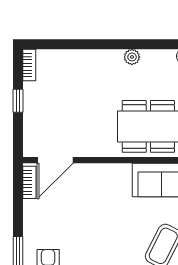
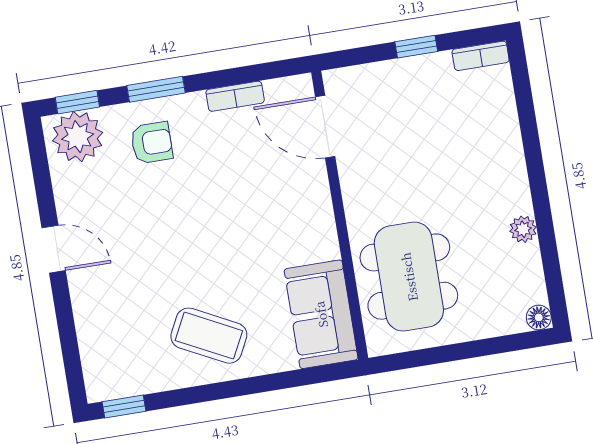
bookcase: (29, 182) -> (235, 96), moved

